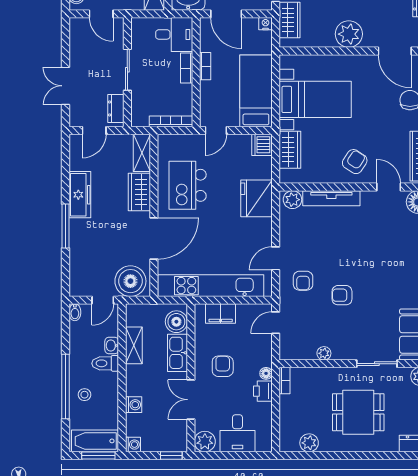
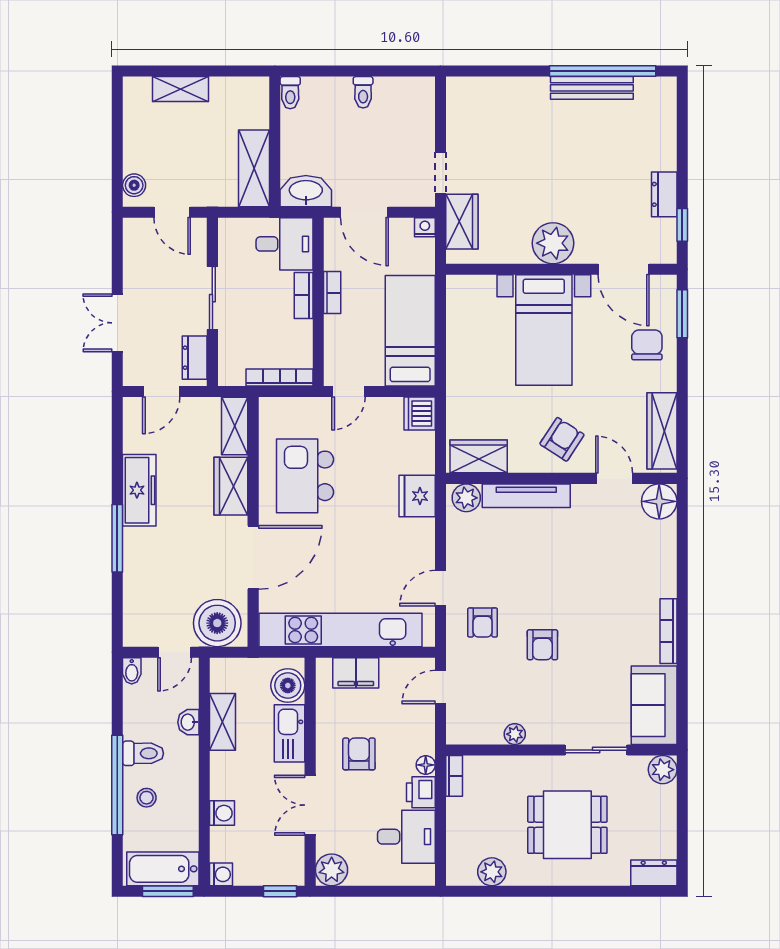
bed with nightstands: (315, 99) -> (544, 330), moved, turned 90
wardrobe: (290, 150) -> (479, 456), moved, turned -90
fridge: (257, 198) -> (417, 496), width x0.73, depth x0.75
armchair: (342, 295) -> (542, 645), turned -90
toilet: (105, 363) -> (143, 753), moved, turned 180
desk: (237, 433) -> (406, 837), moved, turned -90

